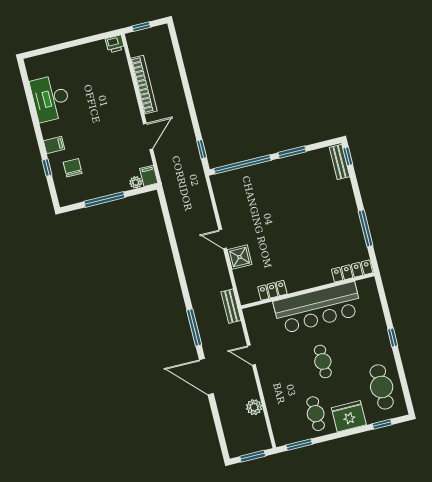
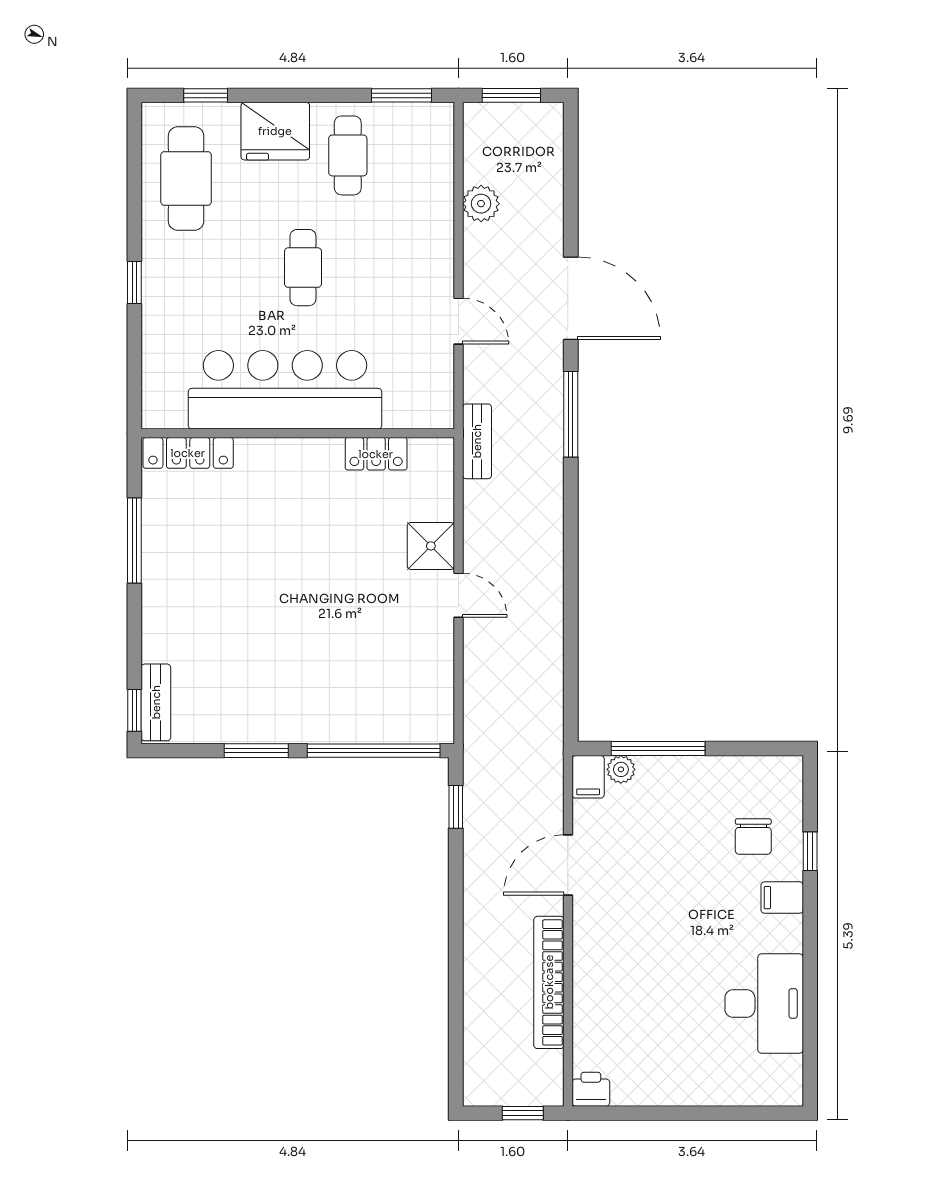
window: (104, 199) -> (658, 749), moved

